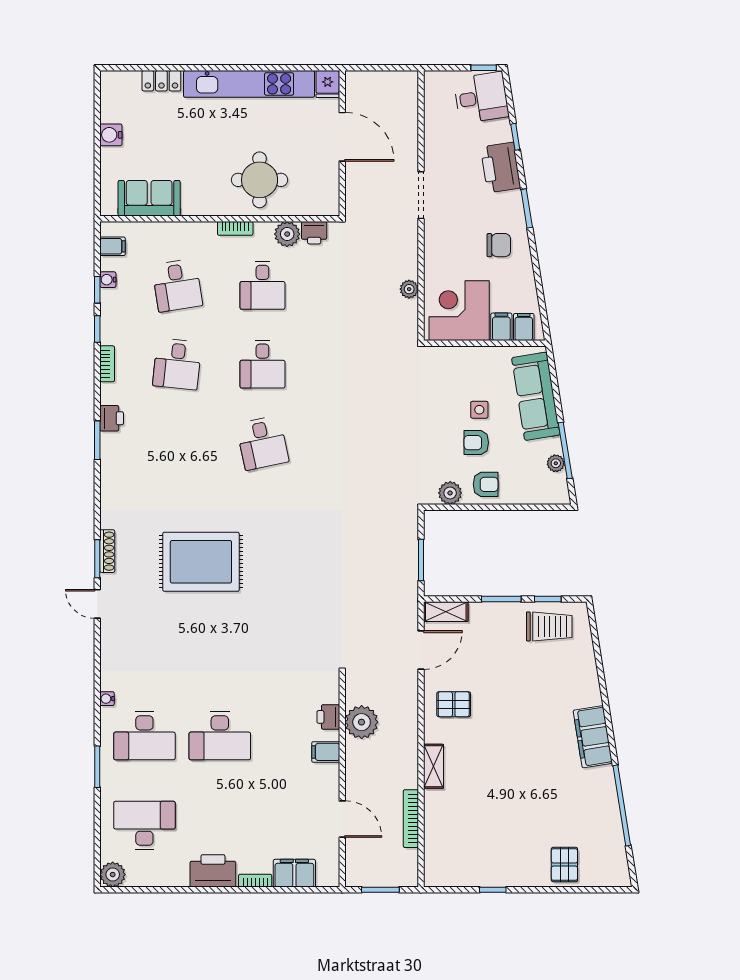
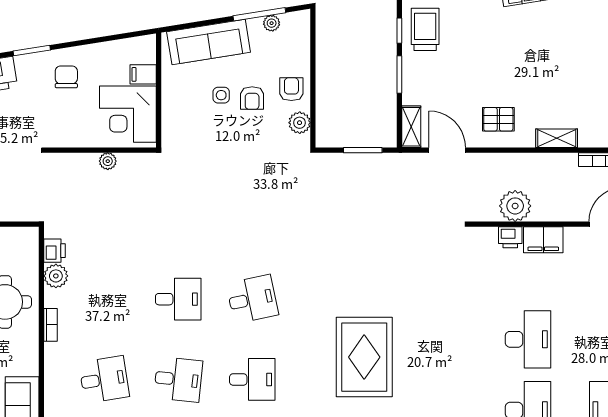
desk: (262, 285) -> (252, 379), moved
filing cabinet: (524, 327) -> (143, 53), removed
pallet: (454, 704) -> (498, 119), turned 90
filing cabinet: (326, 752) -> (543, 240), width x2.00

